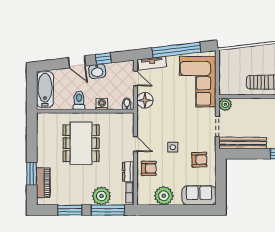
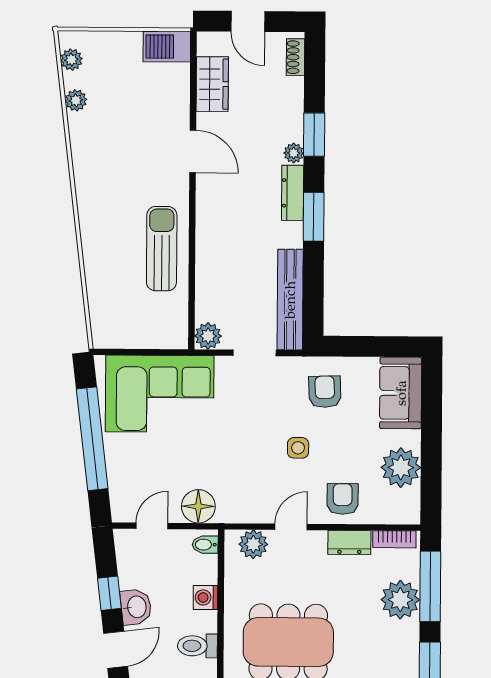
tv unit: (152, 63) -> (120, 490), removed
plant: (127, 126) -> (253, 544), added

